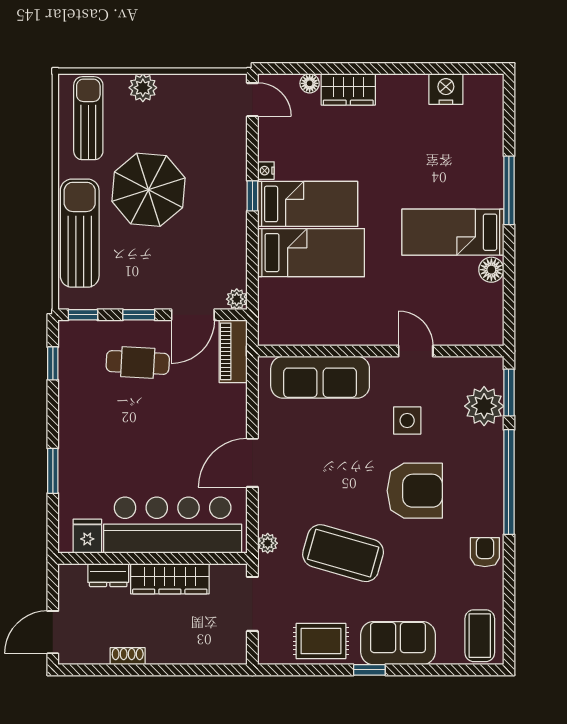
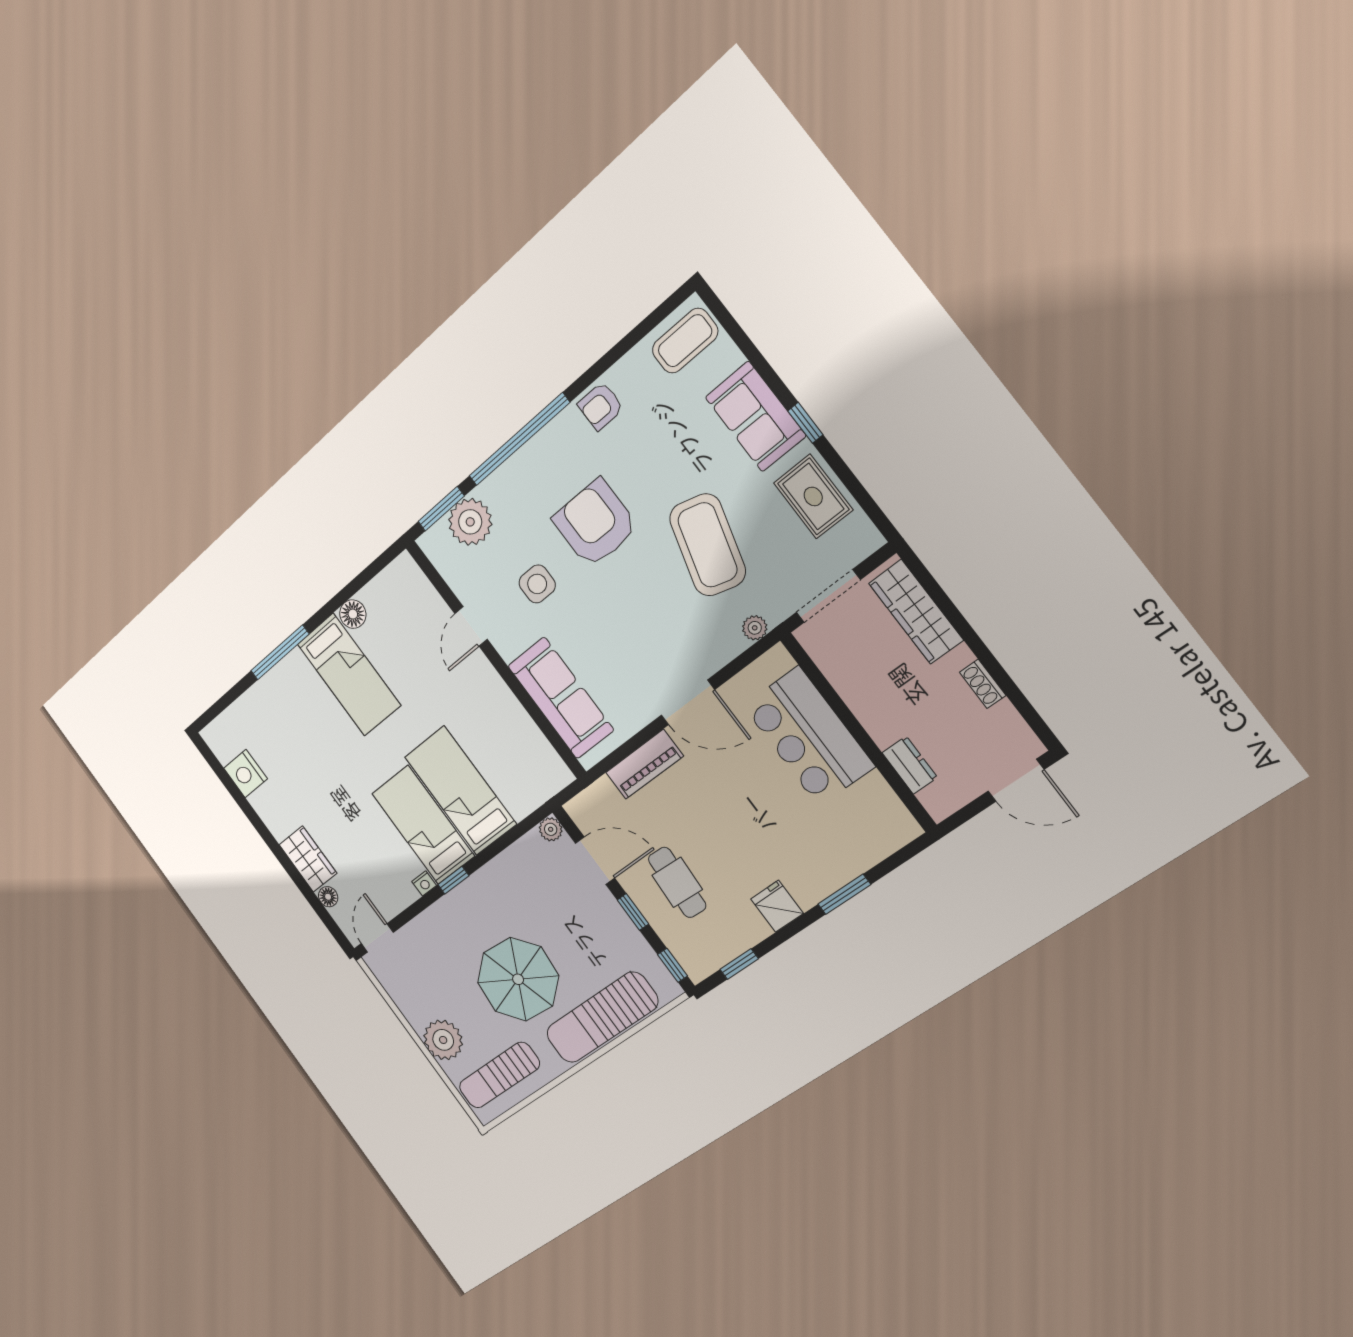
plant: (143, 88) -> (443, 1040), width x1.36, depth x1.36
piano: (233, 351) -> (644, 764), moved
bar counter: (173, 525) -> (809, 736), width x0.73
fridge: (87, 536) -> (777, 906), moved, turned 90
wardrobe: (170, 579) -> (916, 612), moved, turned 180

